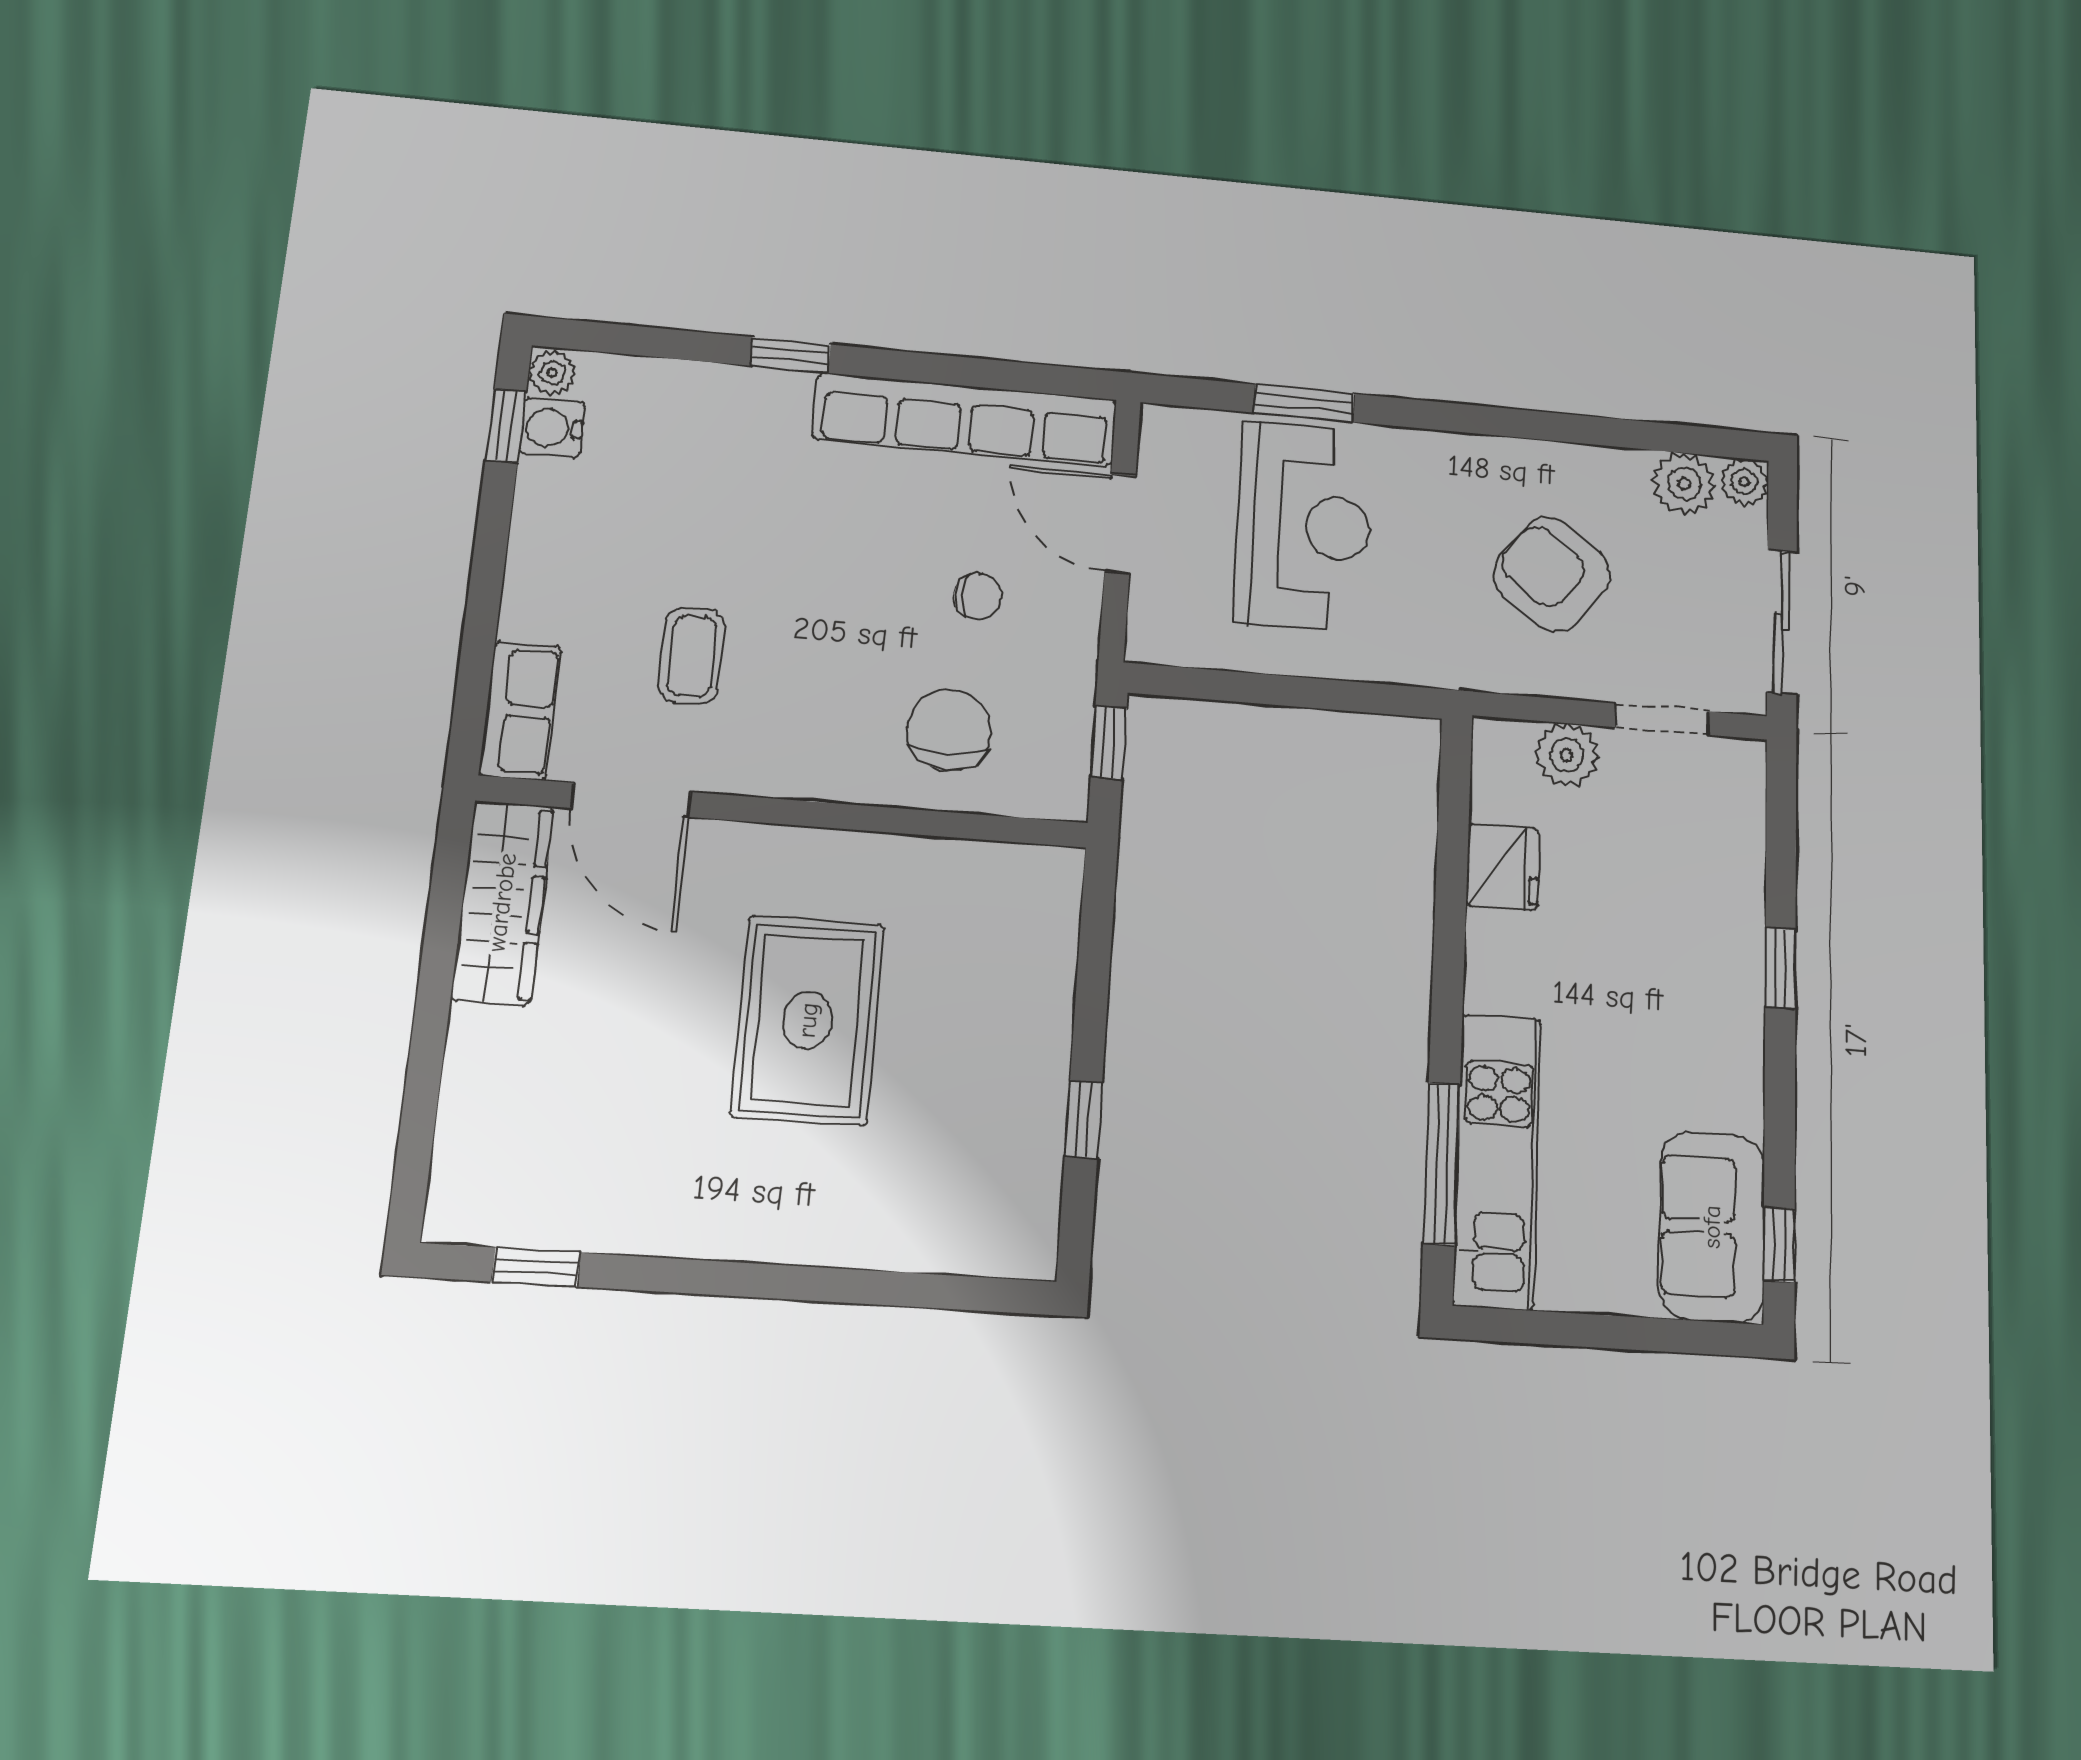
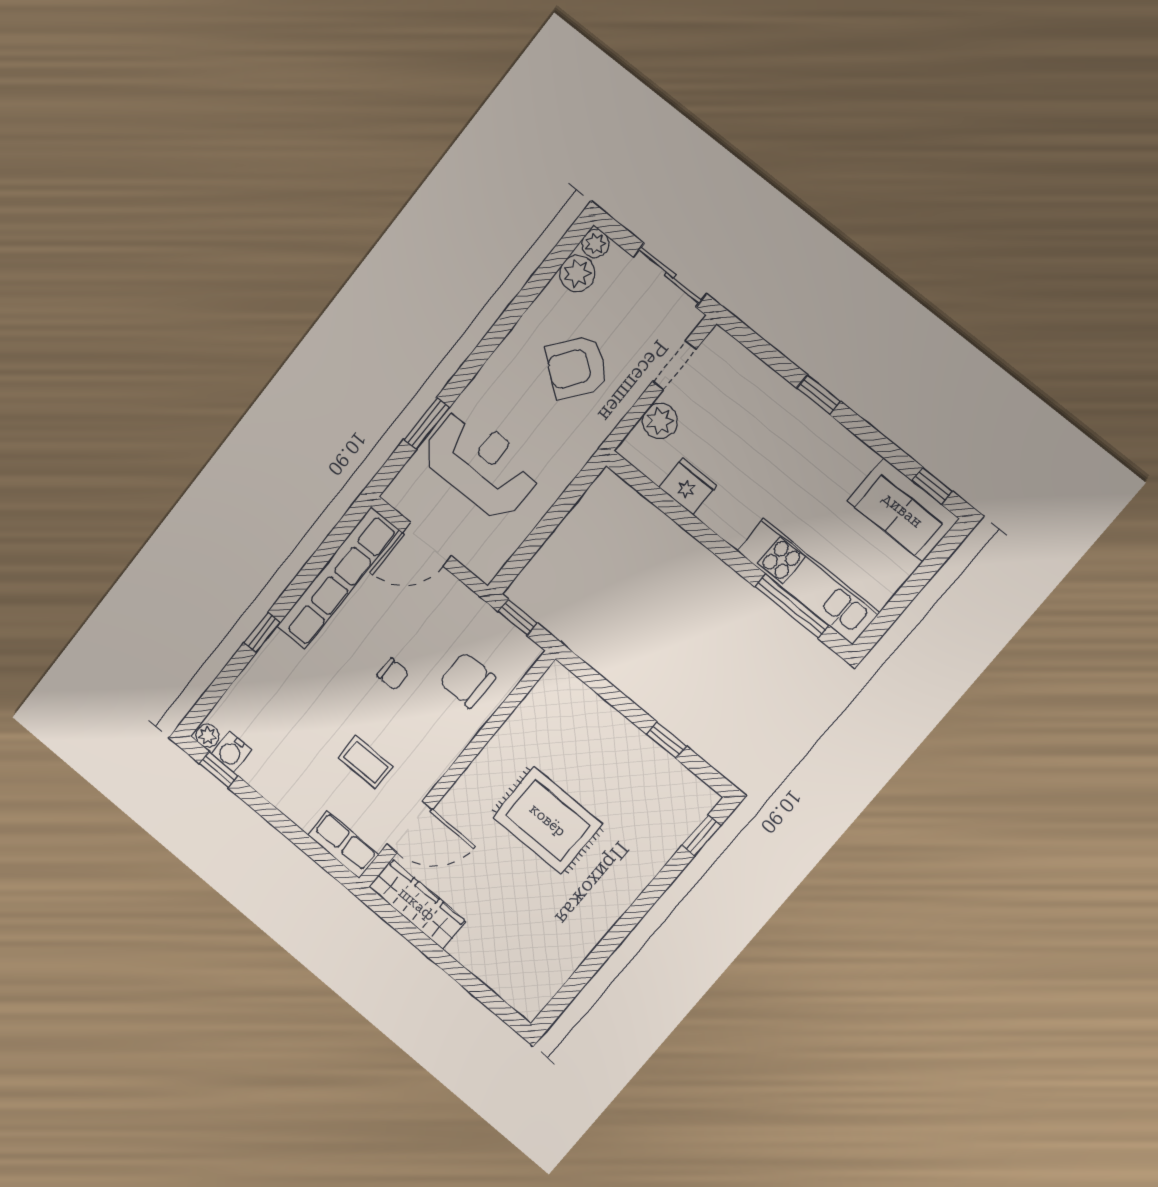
chair: (978, 596) -> (393, 674), moved, turned 90
window: (536, 1267) -> (701, 835), moved

